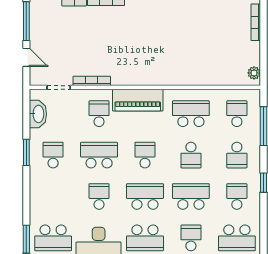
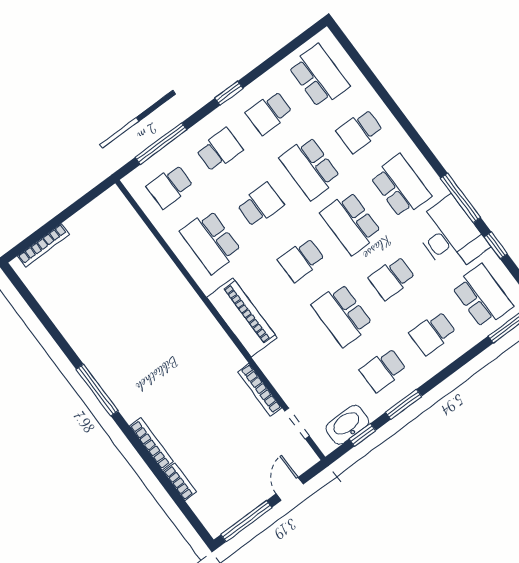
plant: (254, 73) -> (106, 202), removed
school desk: (99, 114) -> (433, 333), moved
window: (26, 118) -> (362, 435), added

